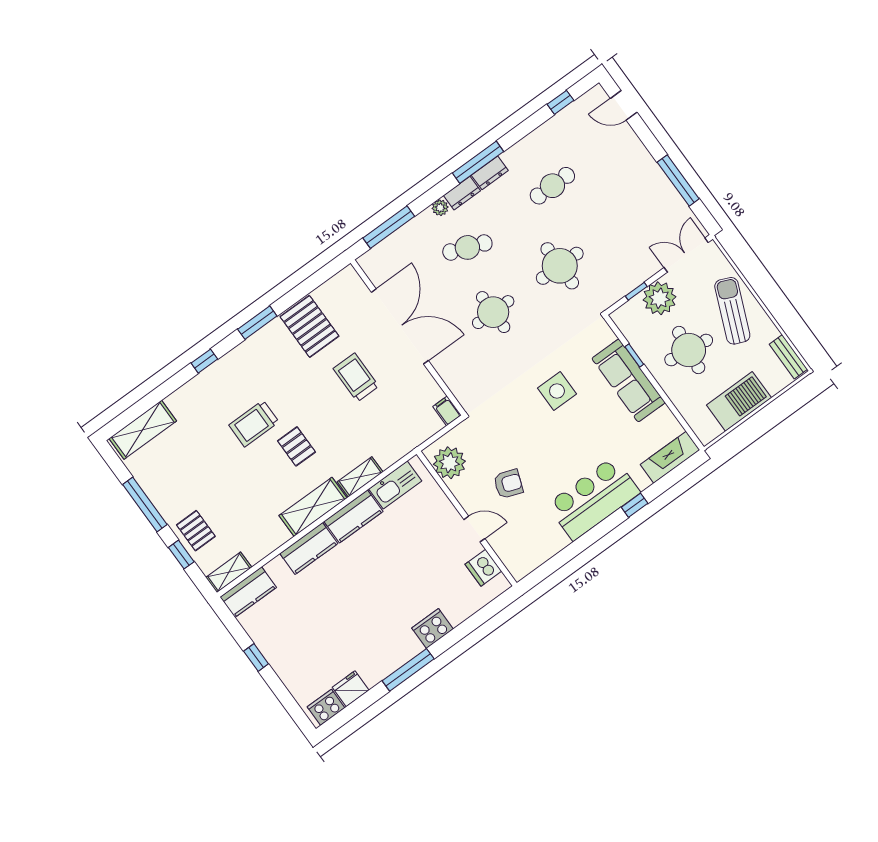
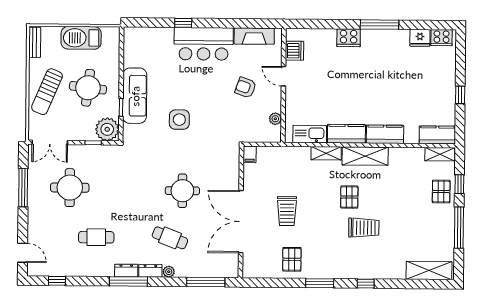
round table: (560, 266) -> (70, 188), moved
plant: (659, 298) -> (107, 129), moved
pallet: (309, 326) -> (292, 259), width x0.67, depth x0.71
fireplace: (670, 457) -> (254, 36), moved
plant: (449, 463) -> (275, 119), width x0.53, depth x0.53

